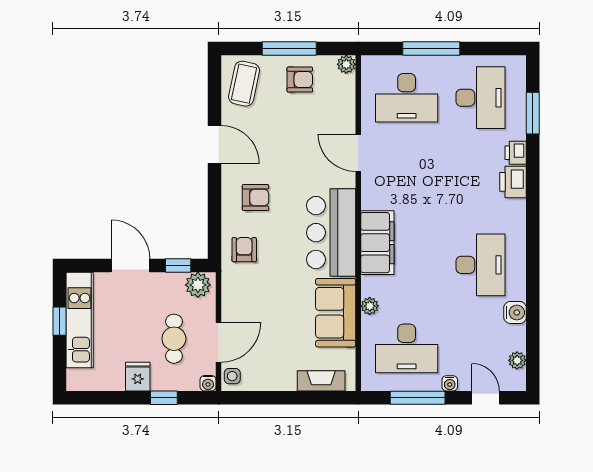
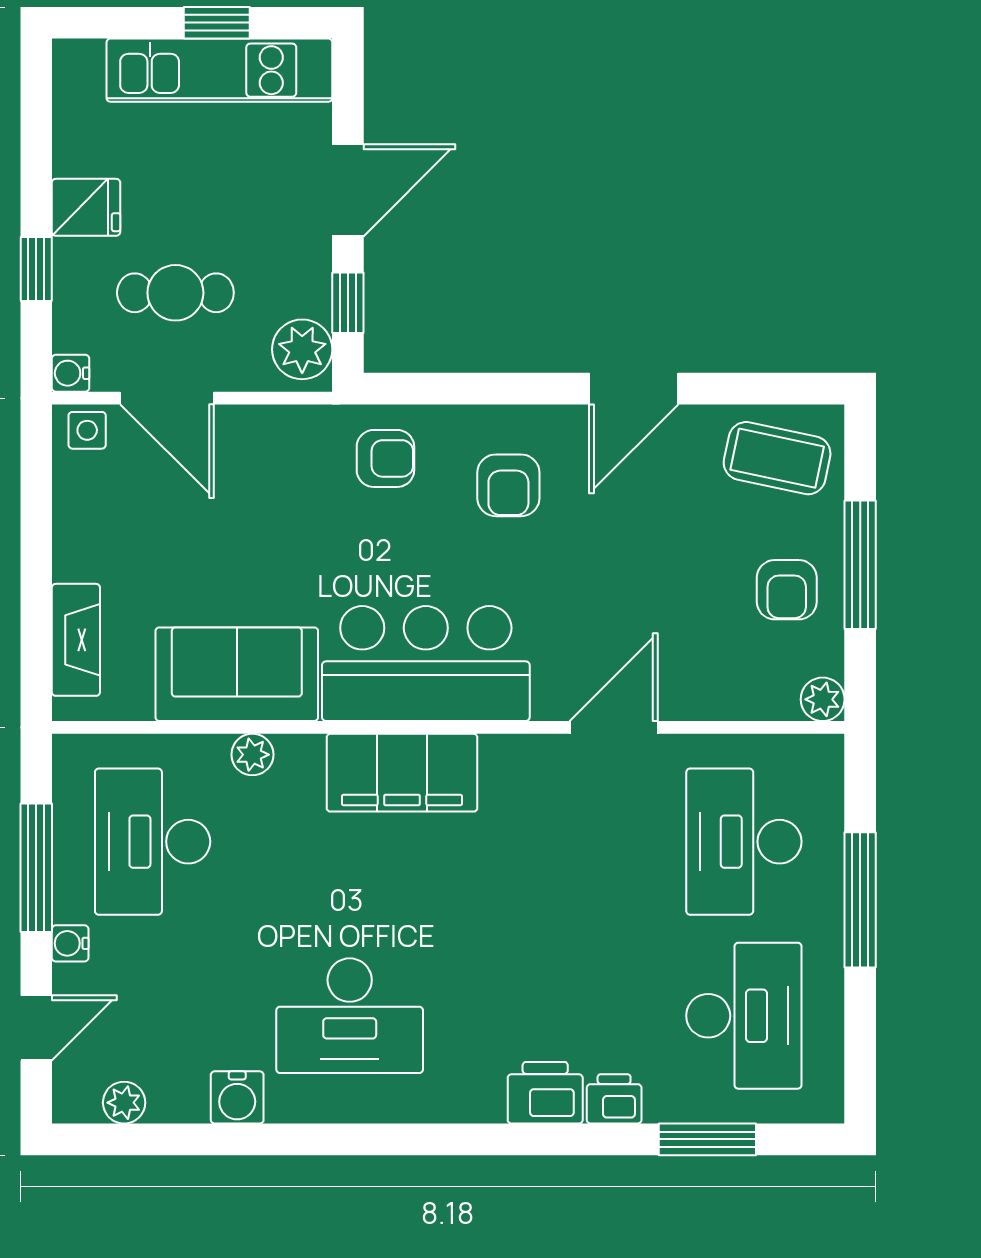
desk: (480, 98) -> (744, 1016), turned -90

